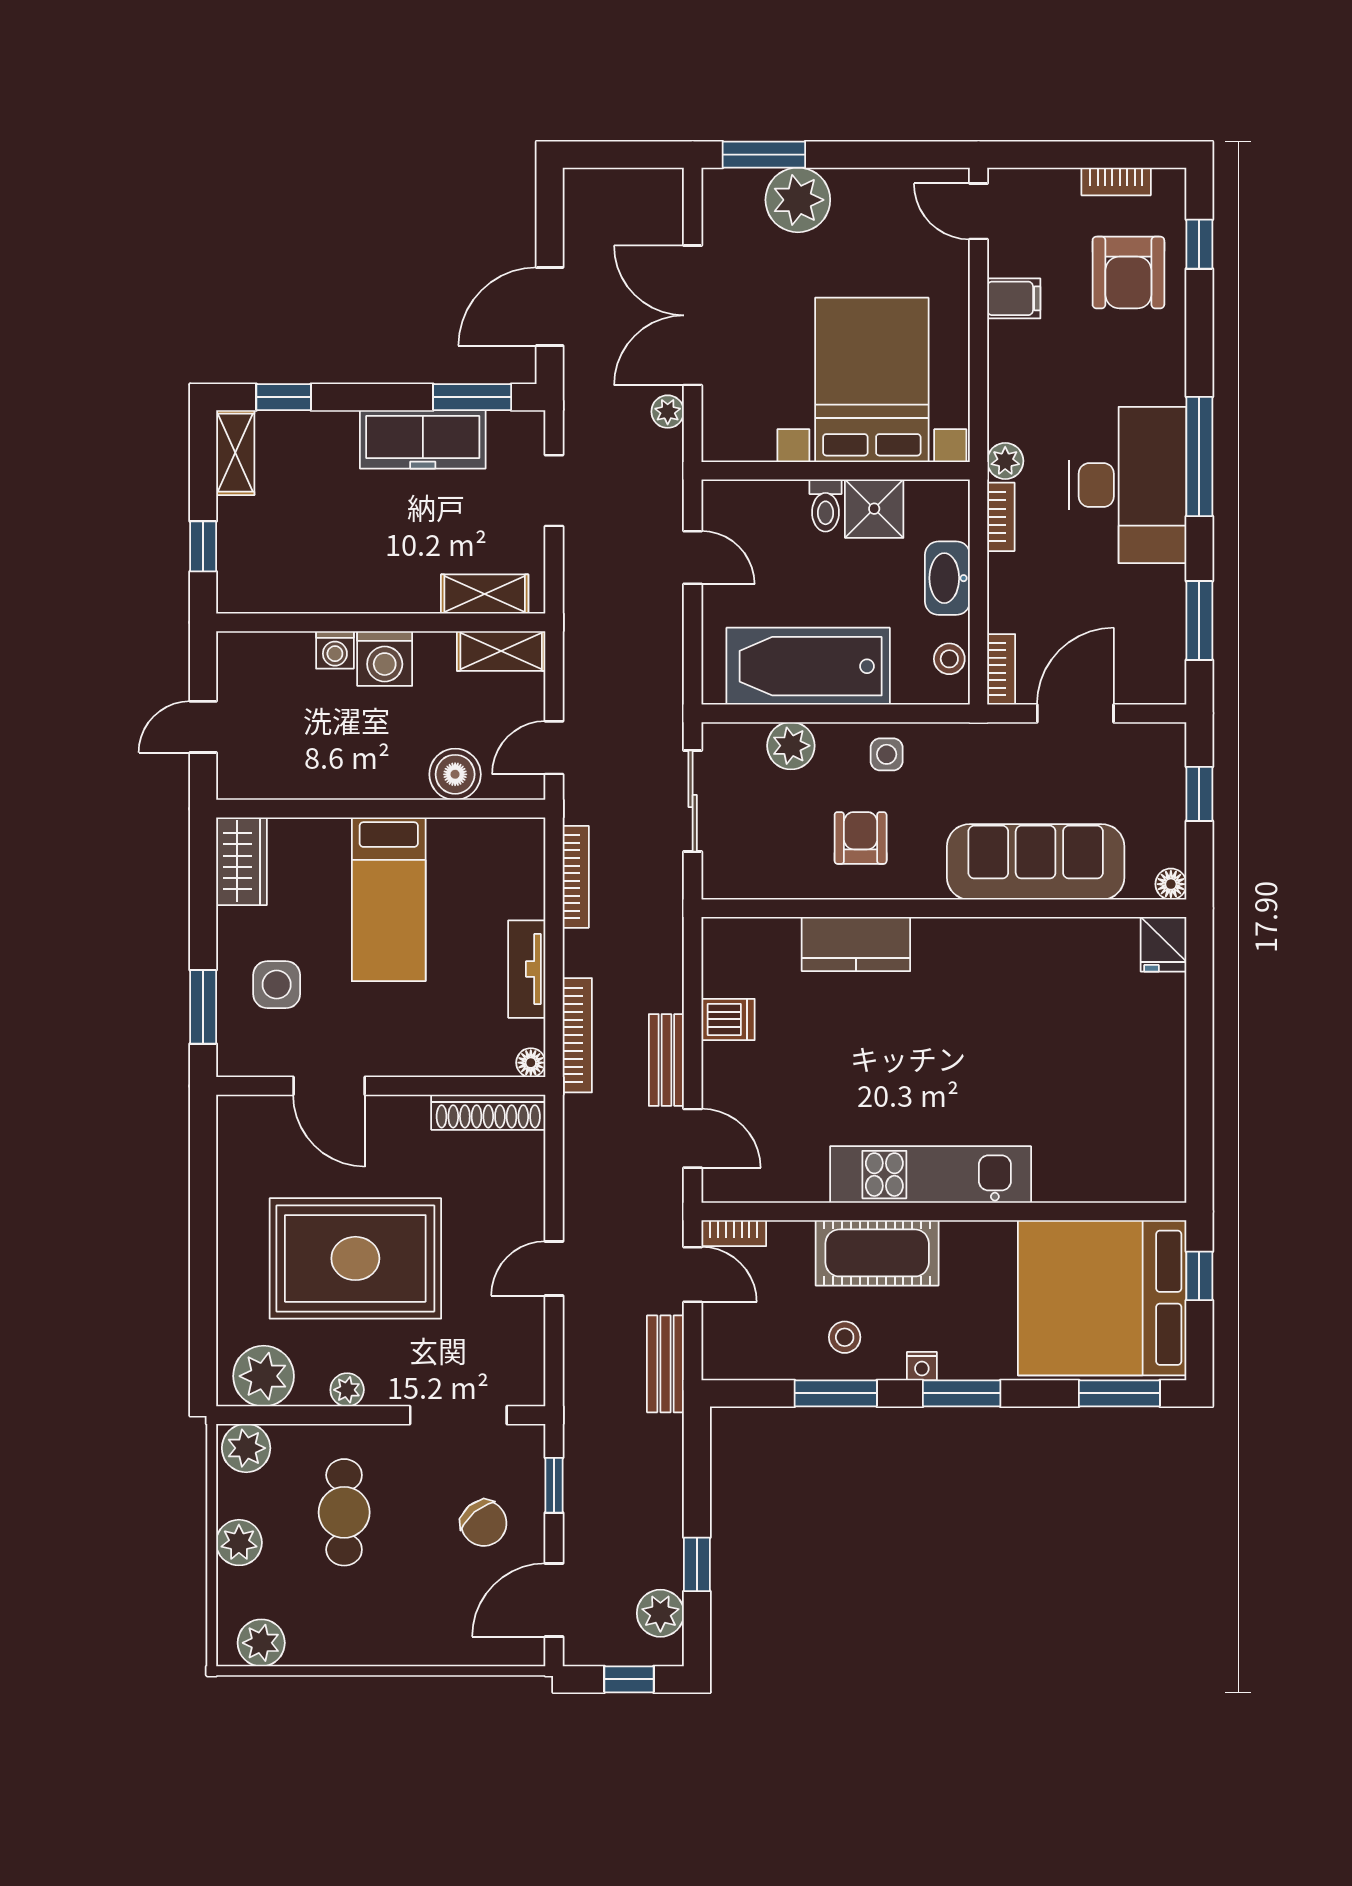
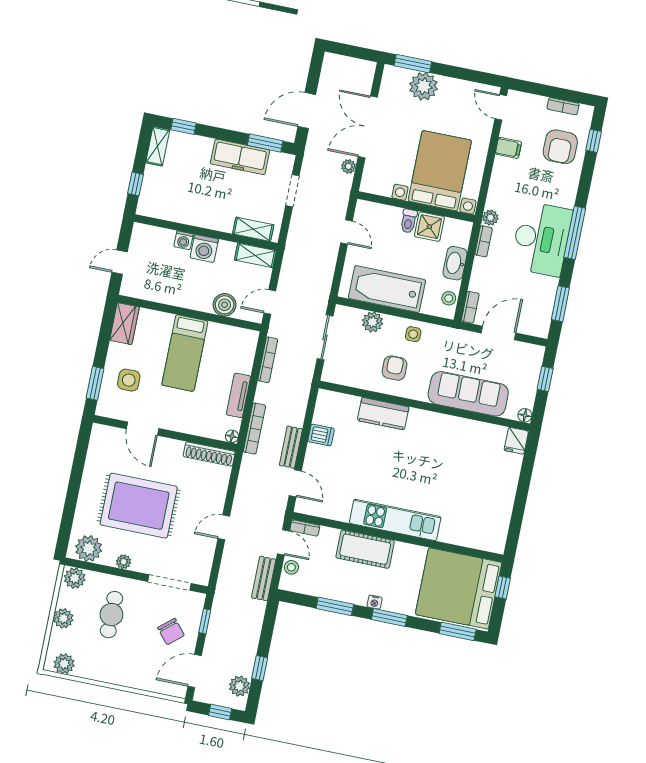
stool: (845, 1337) -> (291, 567), moved

